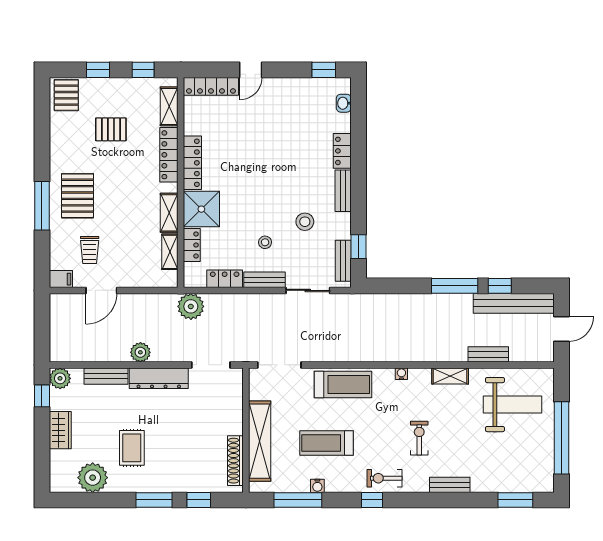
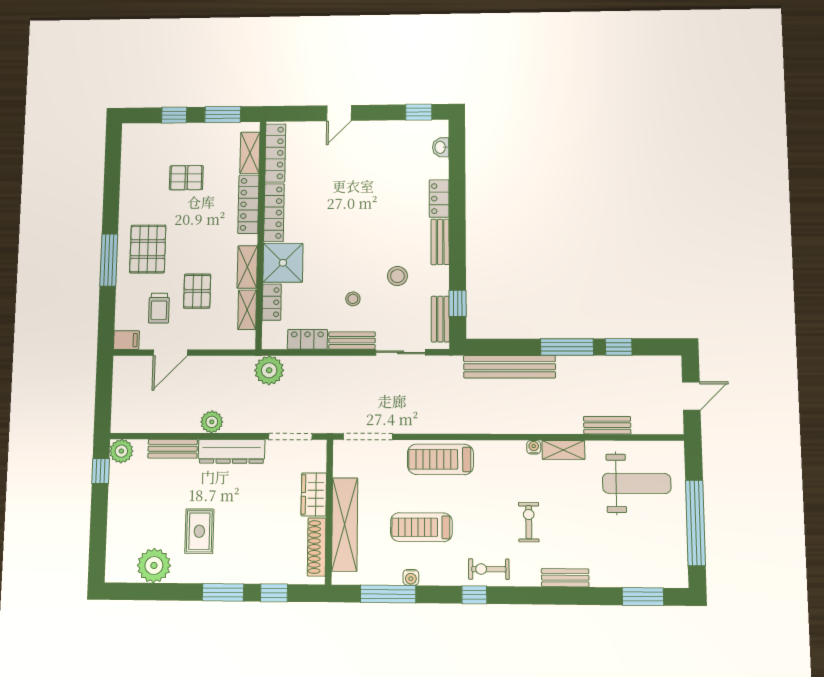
window: (143, 70) -> (223, 114), width x1.50
locker: (211, 86) -> (275, 153), moved, turned -90
pallet: (66, 95) -> (197, 291), moved
bench: (514, 303) -> (509, 367), moved
water cooler: (401, 374) -> (534, 447), moved
treadmill: (343, 385) -> (440, 459), turned 180
wardrobe: (60, 430) -> (314, 494), moved, turned 180

